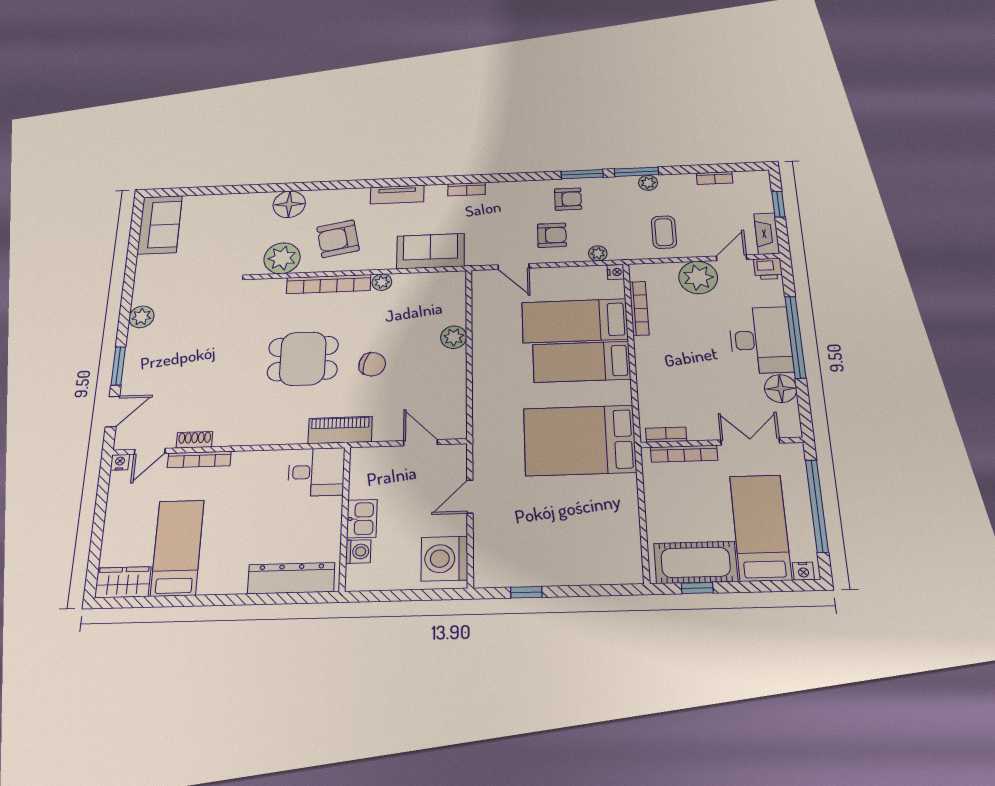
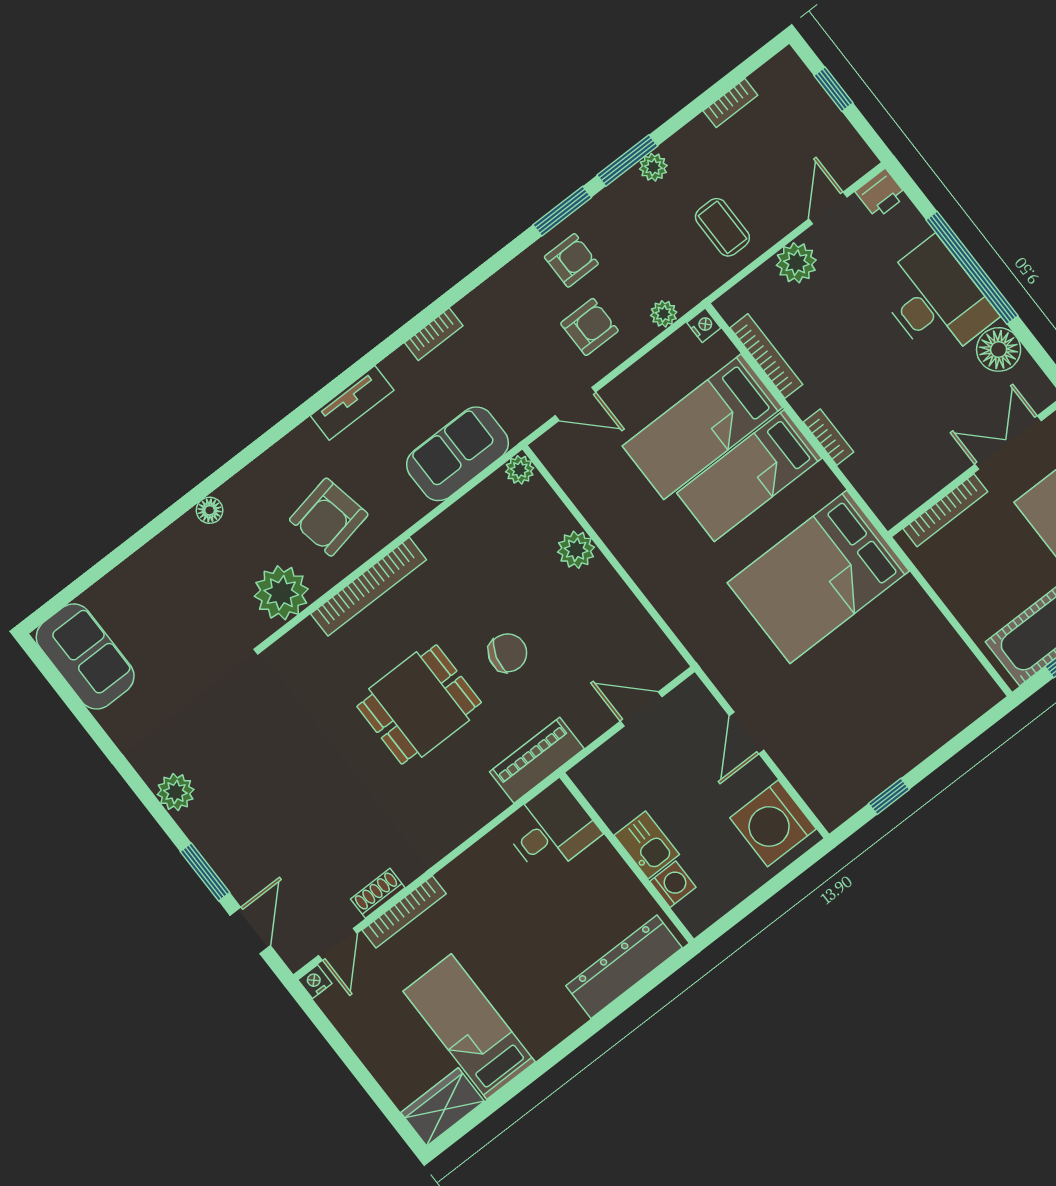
floor lamp: (289, 204) -> (210, 510), width x0.53, depth x0.53
fireplace: (767, 234) -> (847, 143), removed
plant: (698, 277) -> (796, 263), width x0.73, depth x0.73
plant: (382, 282) -> (520, 470), moved
bookcase: (666, 435) -> (829, 437), moved, turned 90

